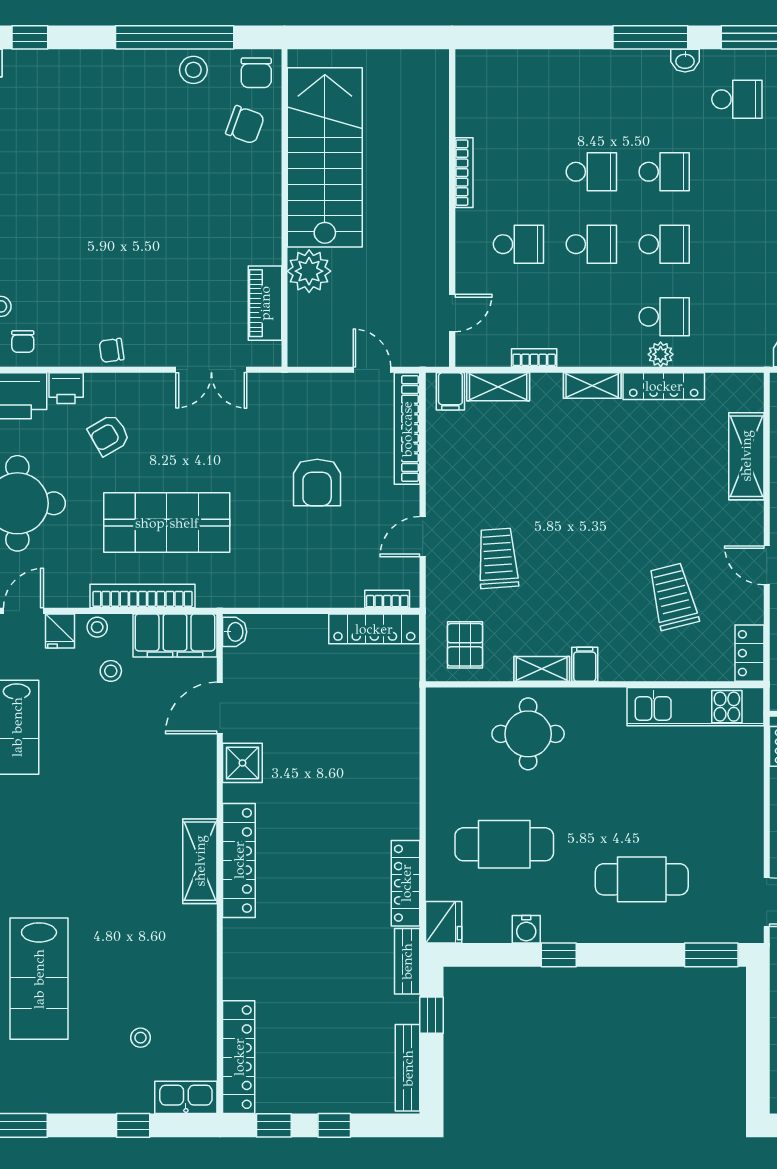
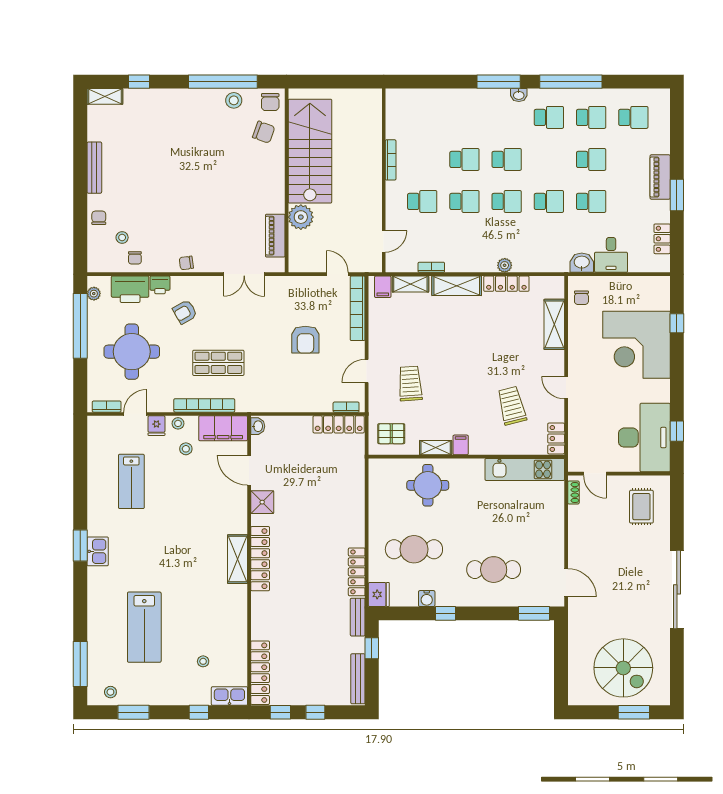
school desk: (664, 317) -> (549, 201), moved
shelving: (592, 385) -> (457, 286), width x1.50, depth x1.33
shop shelf: (167, 523) -> (218, 363), width x0.70, depth x0.74
pallet: (465, 645) -> (391, 434), turned 90
door: (220, 708) -> (249, 470), hinge flipped

